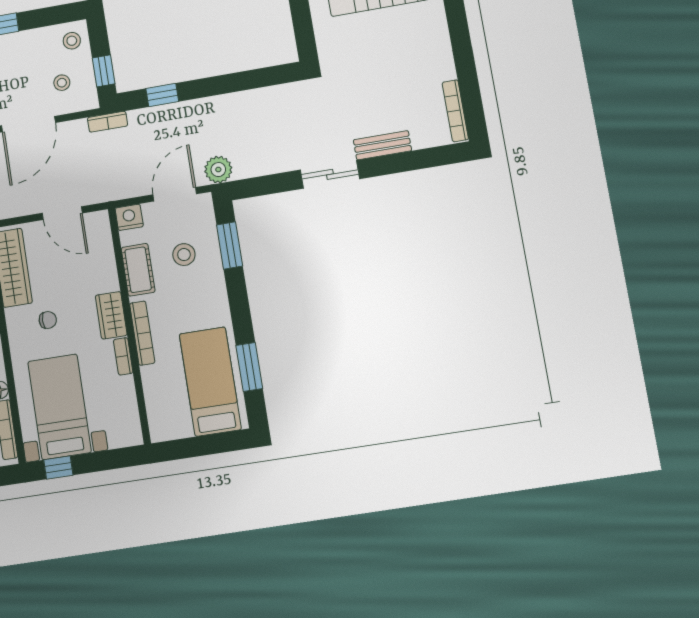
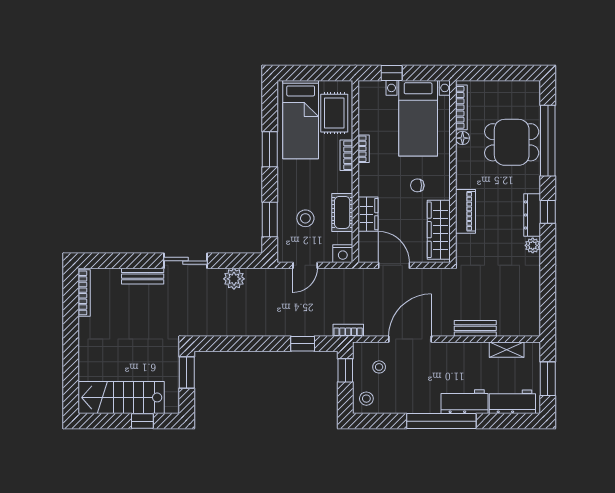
window: (304, 33) -> (187, 373), added
plant: (218, 170) -> (234, 279), moved
door: (175, 194) -> (305, 265), width x0.73
wardrobe: (111, 315) -> (368, 214), moved
bookcase: (142, 333) -> (346, 155), width x0.64
window: (249, 367) -> (270, 149), moved
rug: (168, 397) -> (334, 113), added
window: (58, 468) -> (392, 73), moved

